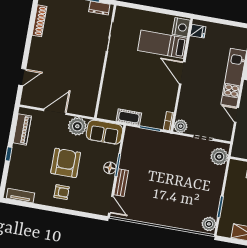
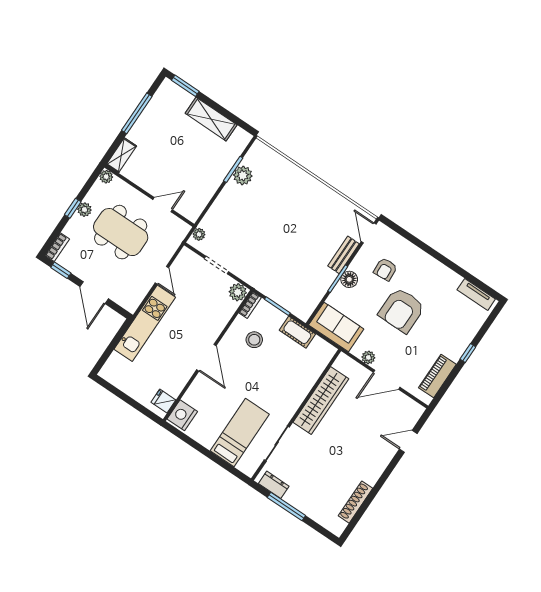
bed: (162, 44) -> (240, 433), moved, turned -90
wardrobe: (93, 78) -> (321, 401), added
stool: (155, 99) -> (254, 340), added
plant: (77, 126) -> (368, 357), width x0.53, depth x0.53
plant: (219, 157) -> (199, 234), width x0.53, depth x0.53
armchair: (62, 192) -> (385, 269), moved, turned -94
plant: (209, 224) -> (243, 175), moved

